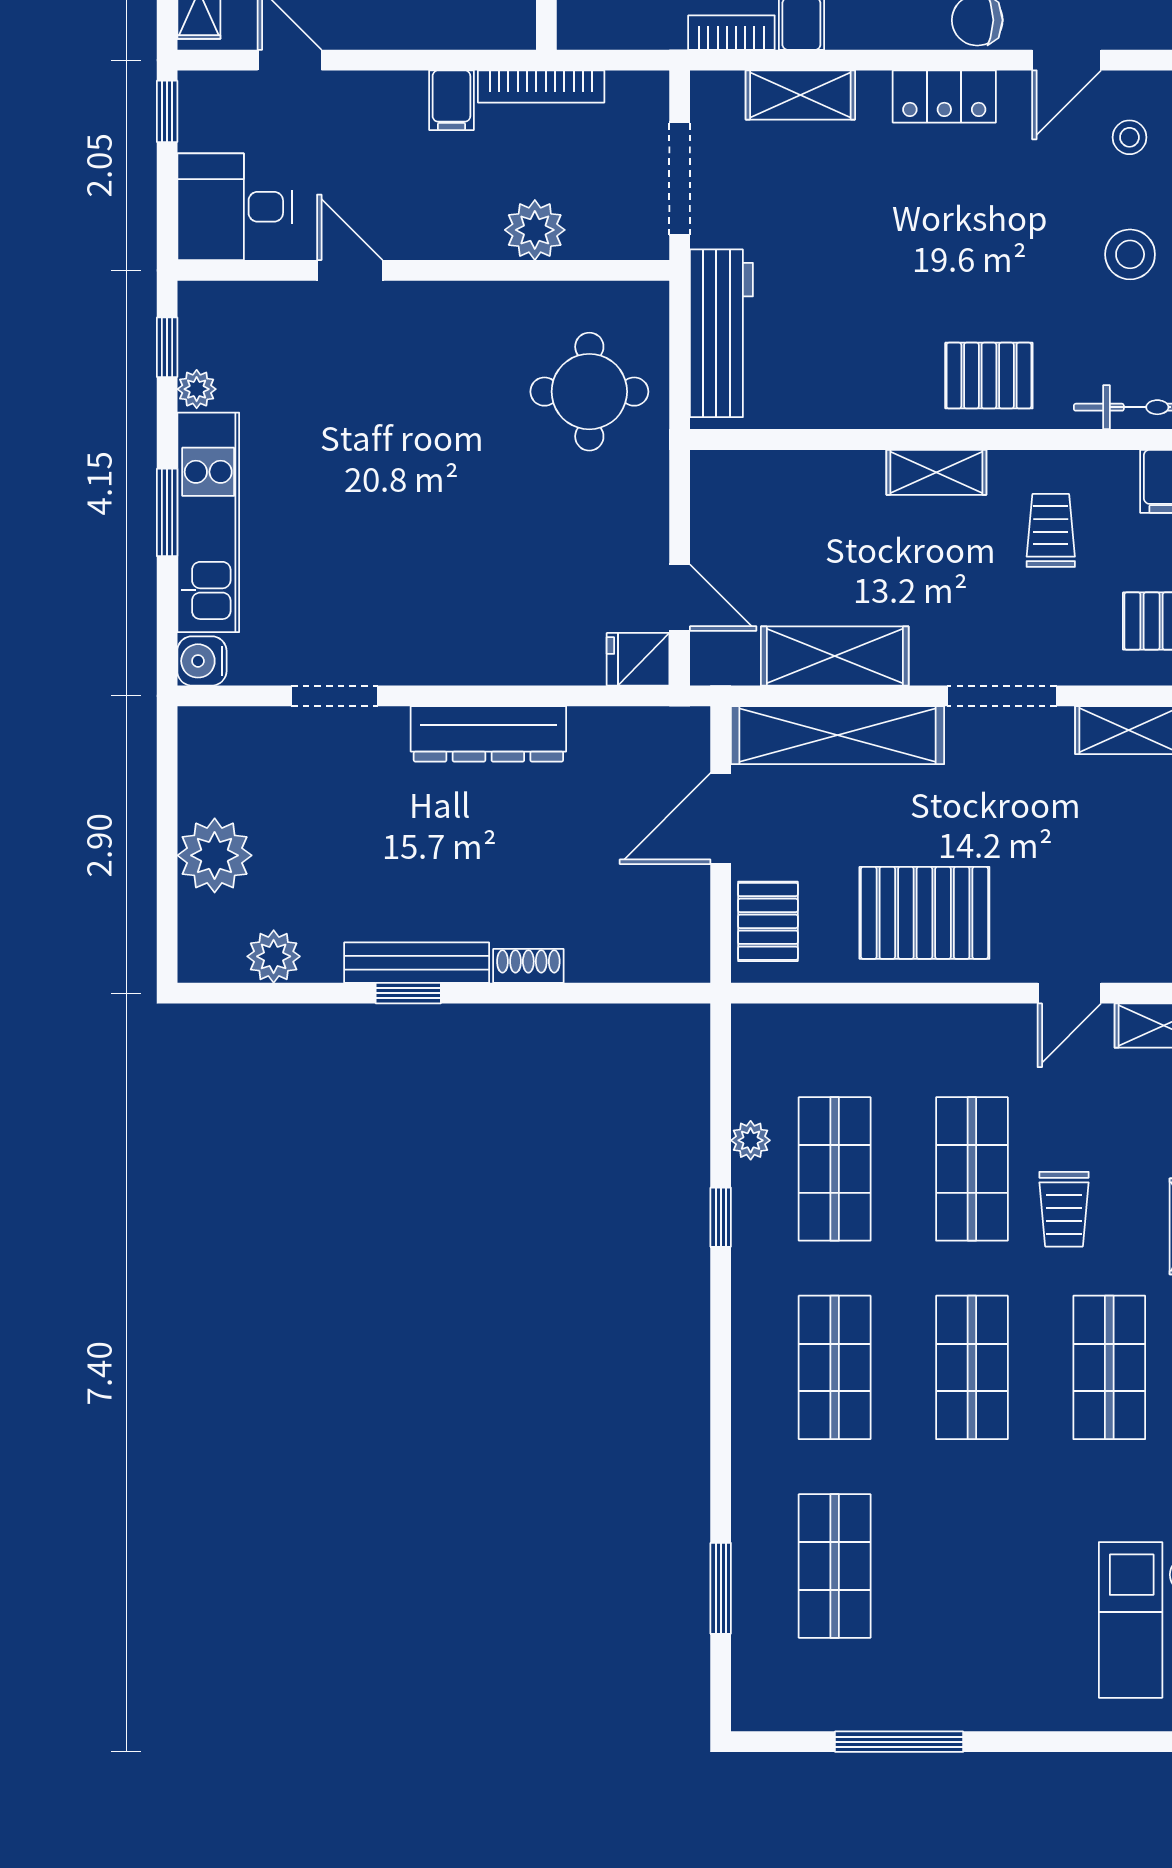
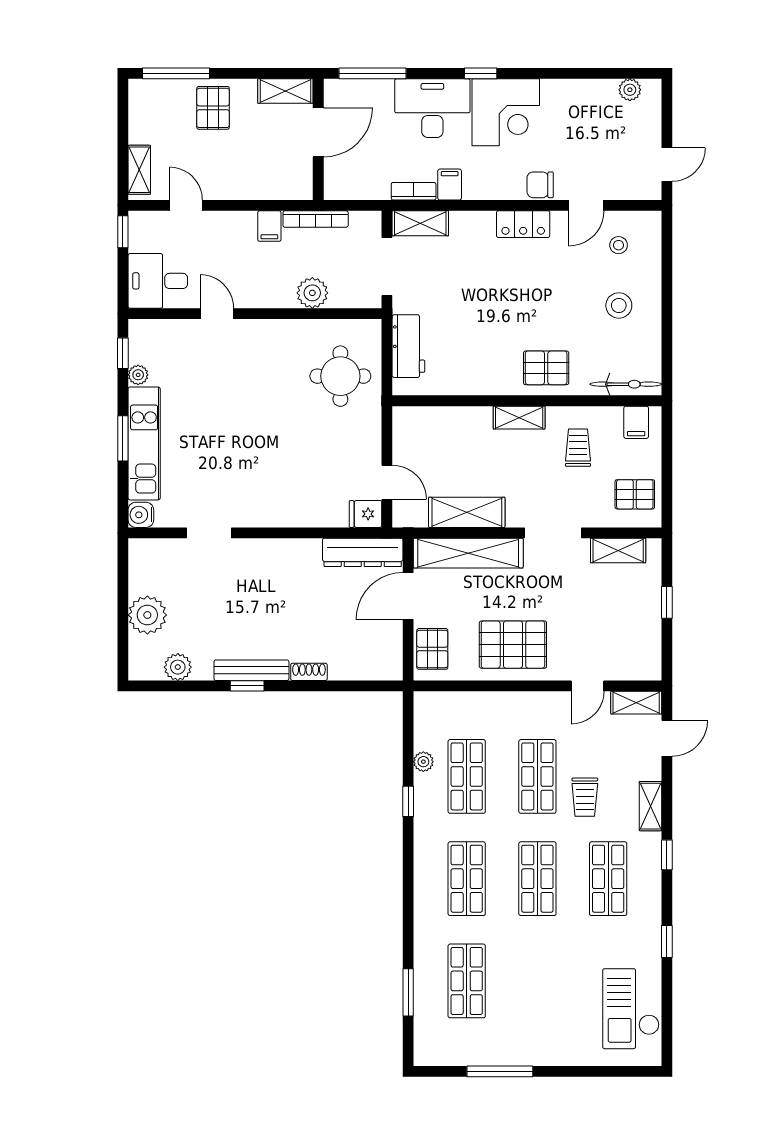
shelving: (800, 95) -> (420, 223), moved
workbench: (721, 333) -> (408, 346), width x0.73
dresser: (488, 734) -> (363, 552), moved

